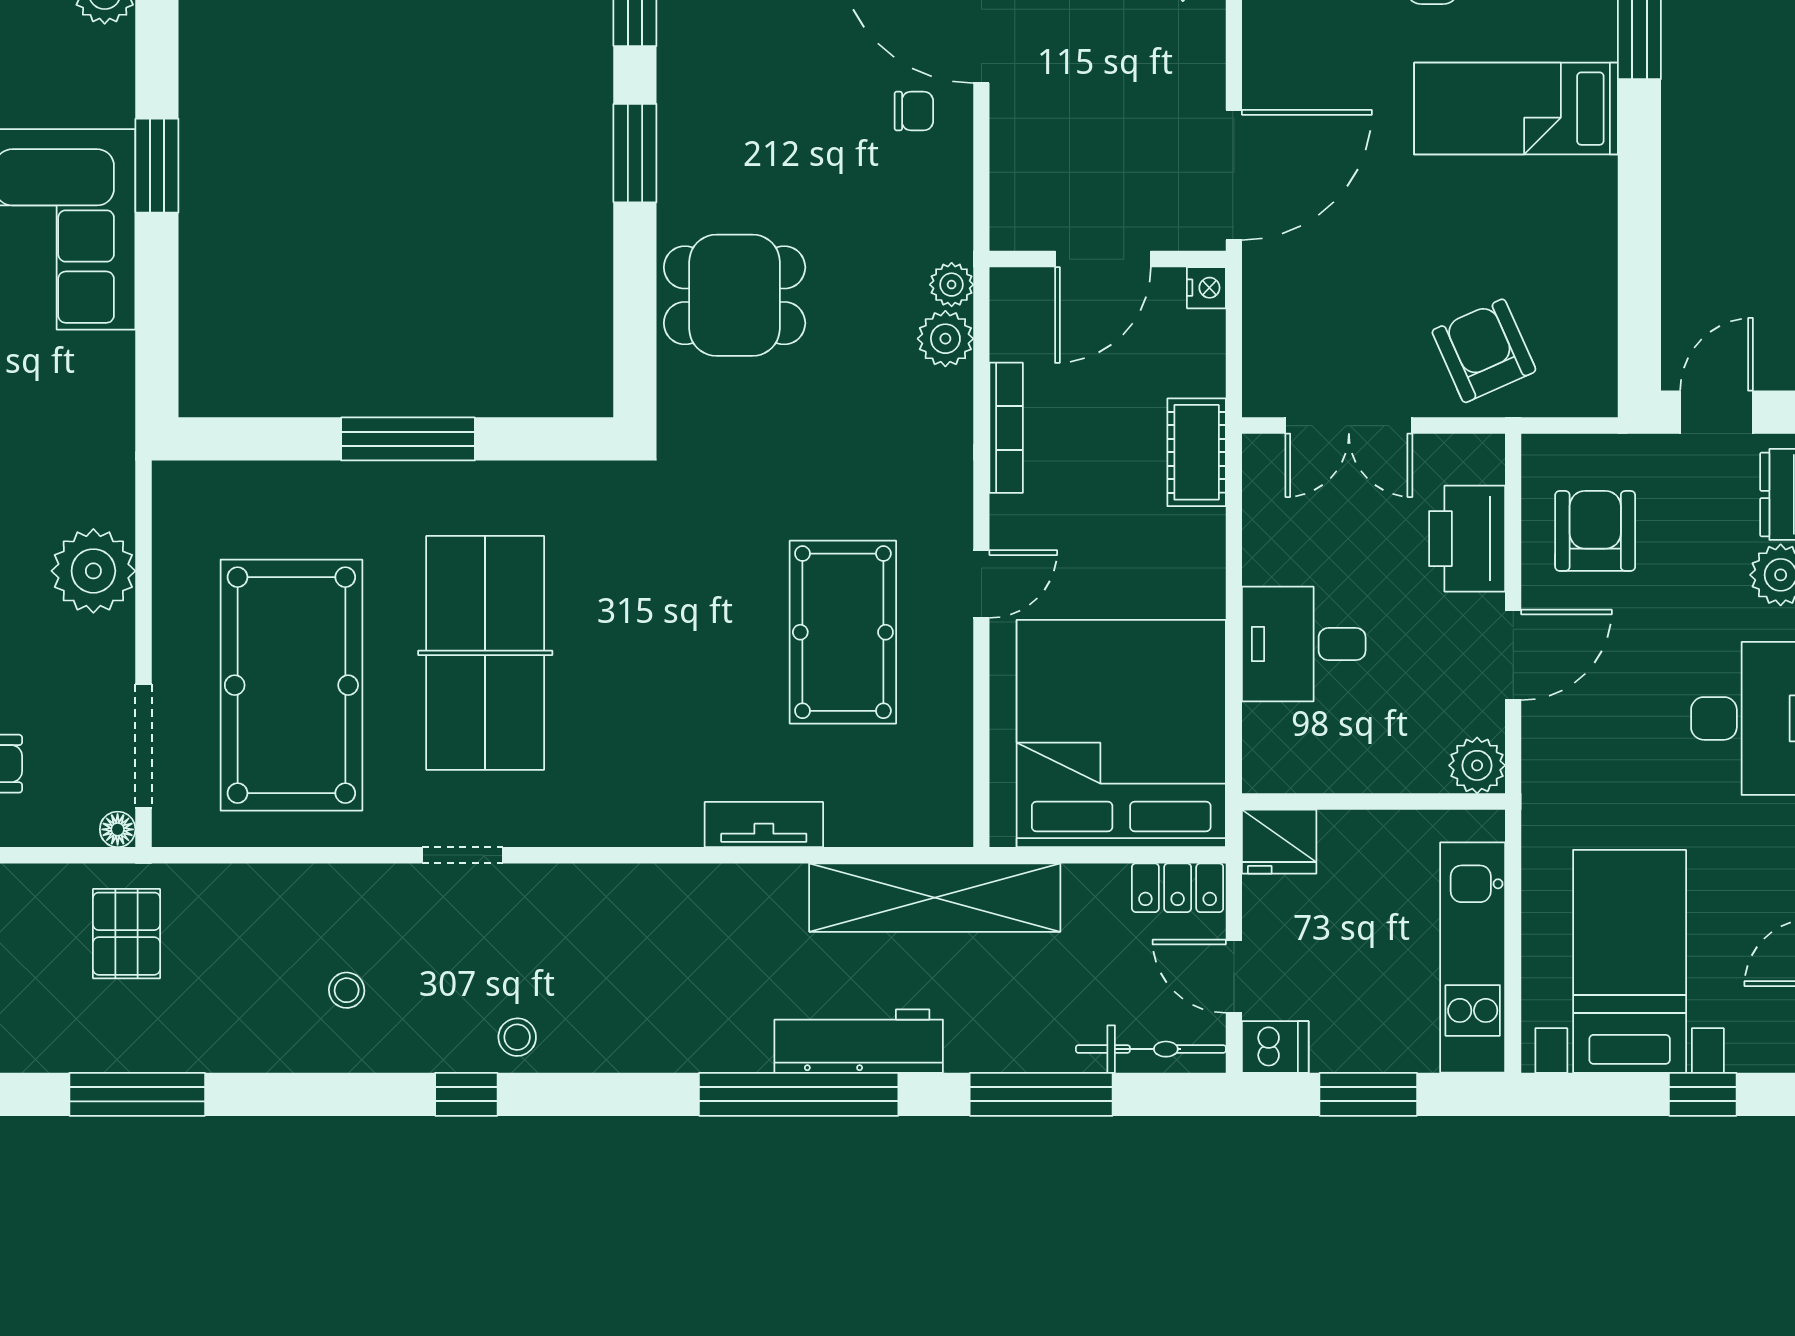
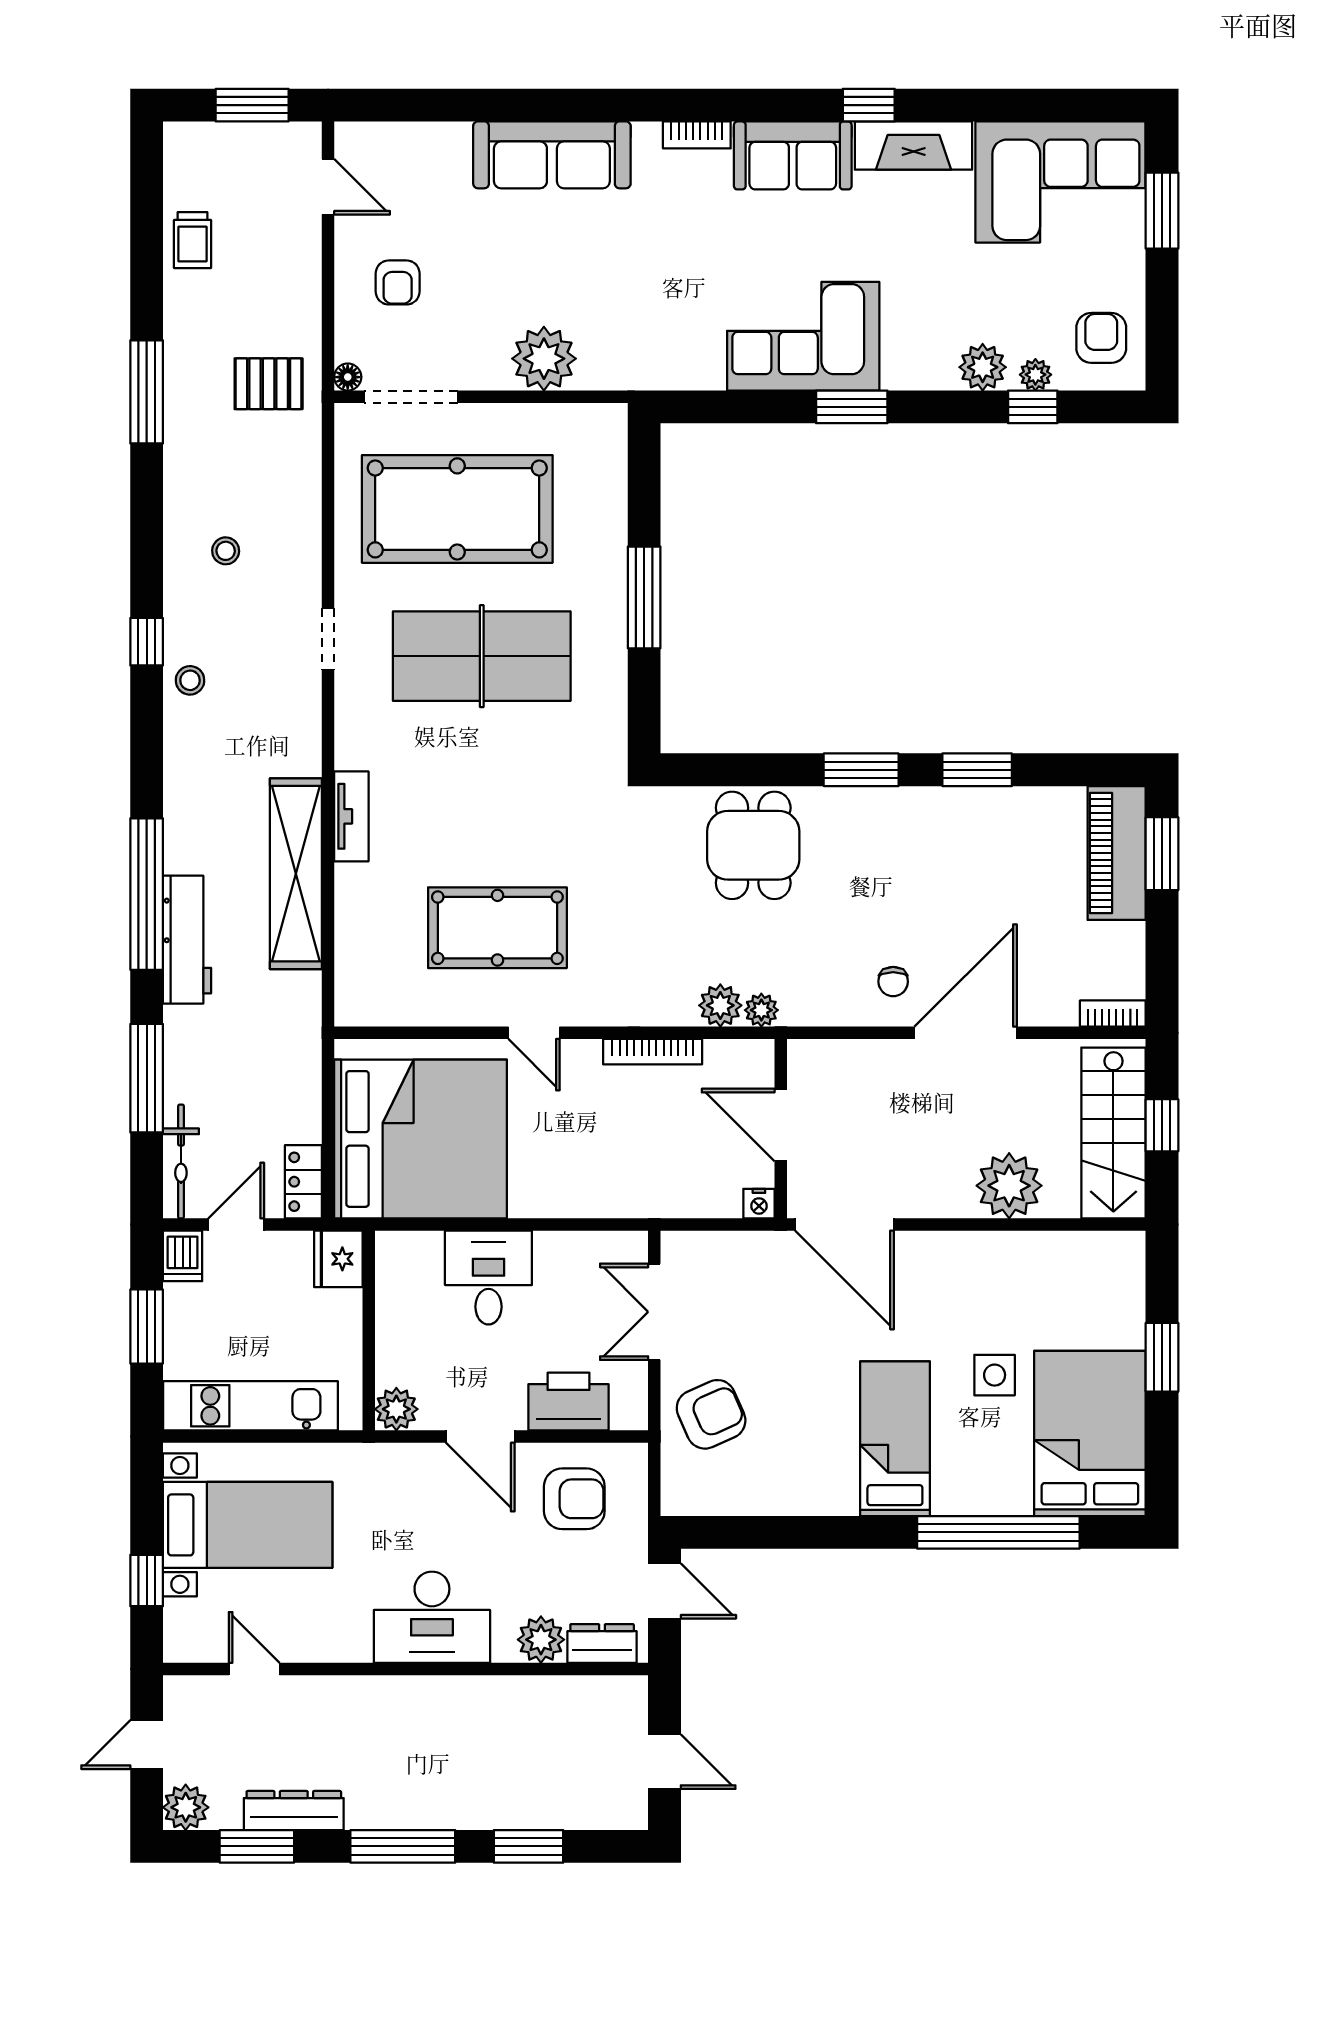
cot: (1197, 452) -> (634, 1196), removed
tv unit: (764, 825) -> (351, 816), moved
shelving: (935, 898) -> (296, 874), moved

